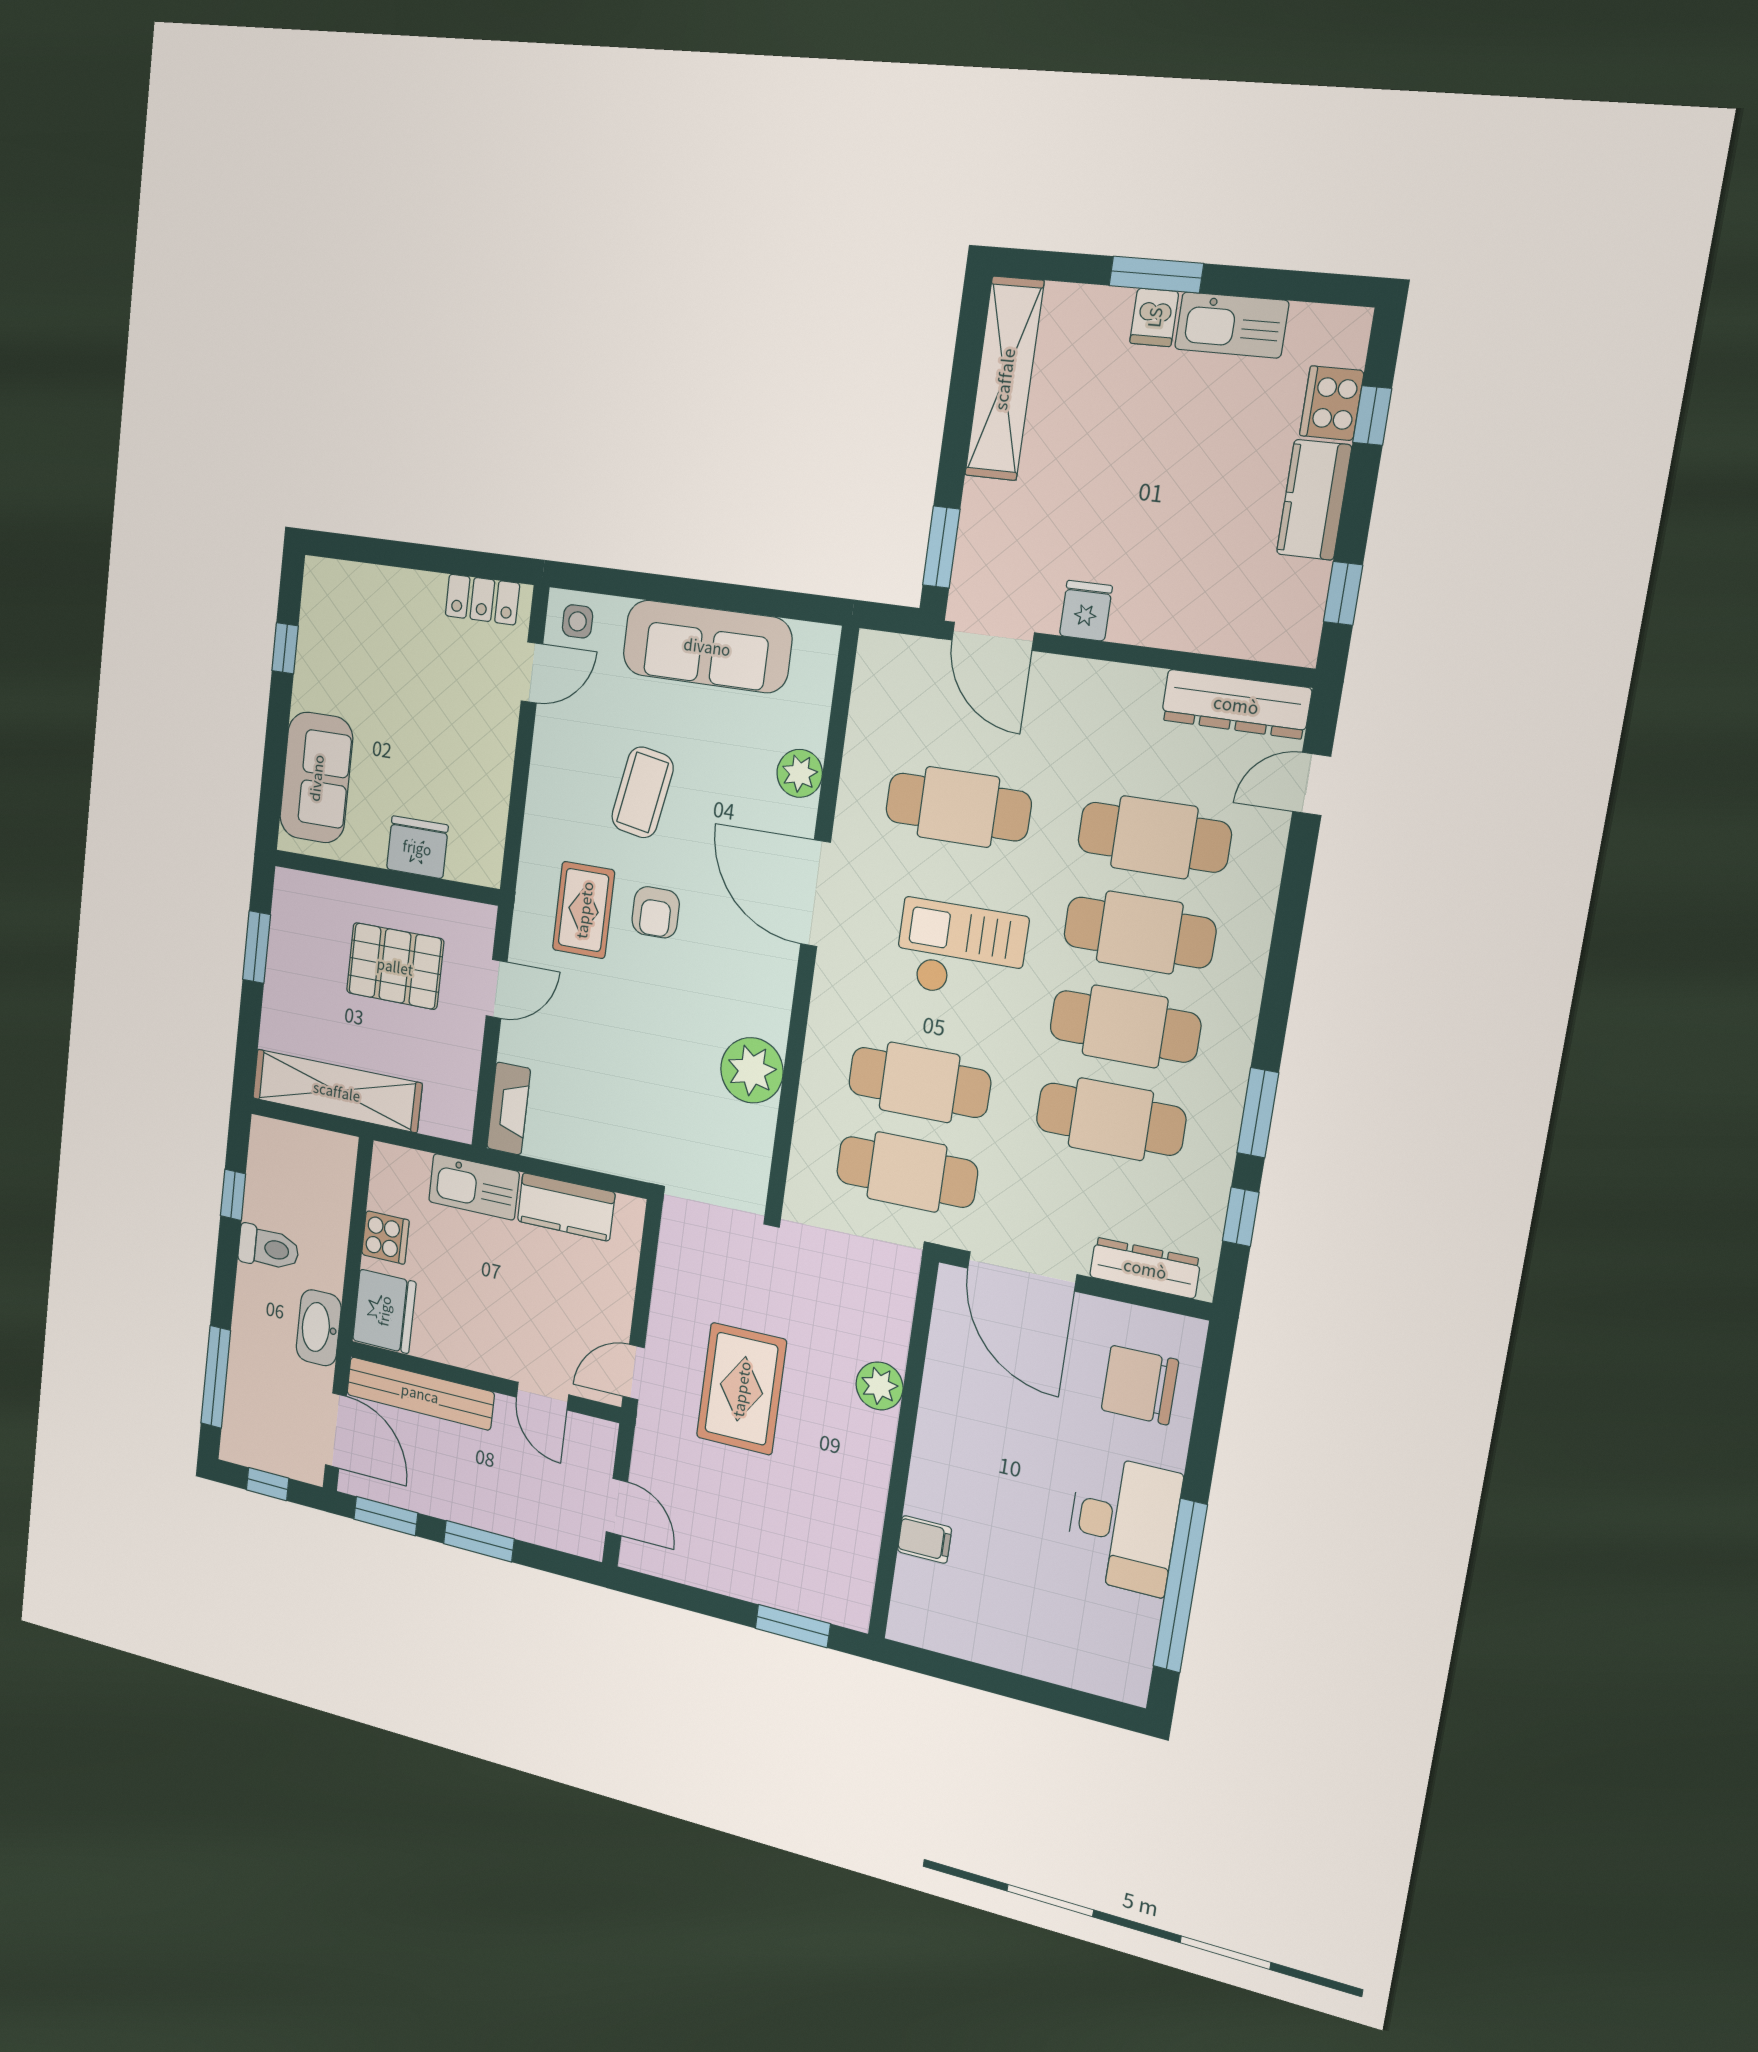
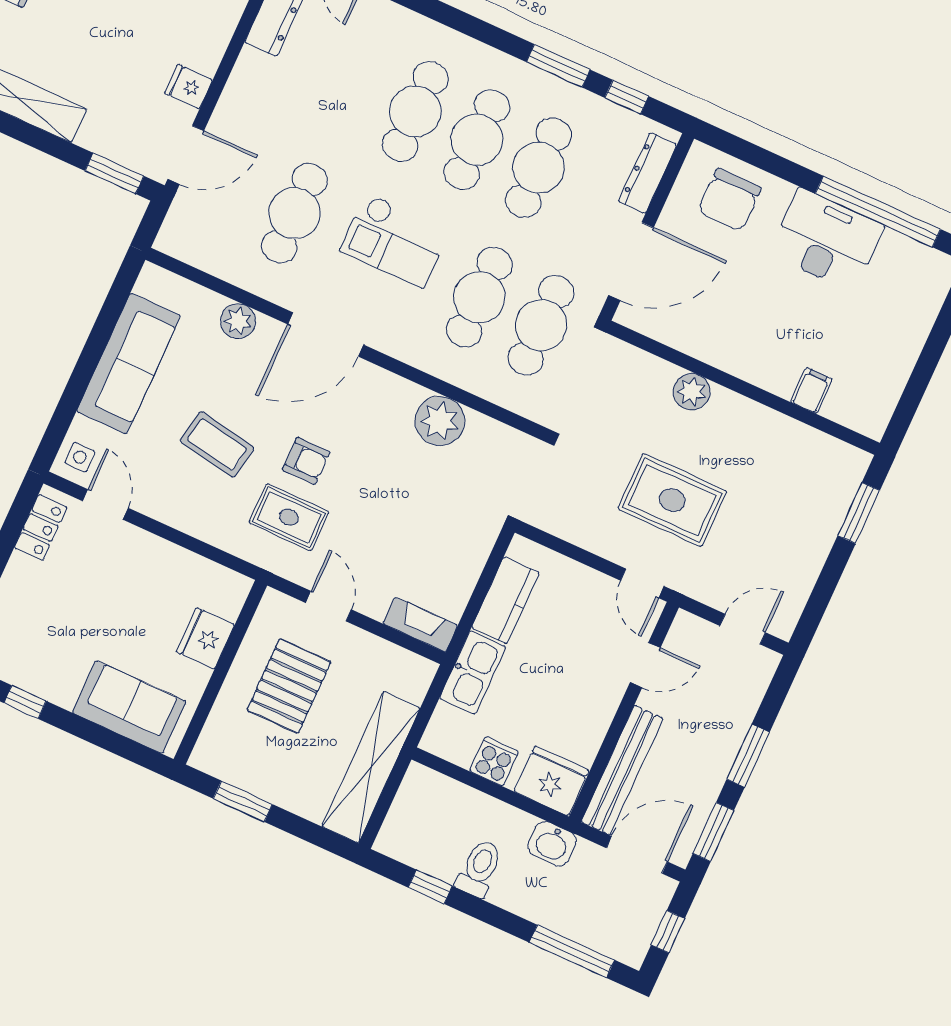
cafe table: (1154, 837) -> (354, 83), removed
checkout: (961, 951) -> (395, 240), turned -90
washbasin: (319, 1328) -> (552, 844), width x0.72

